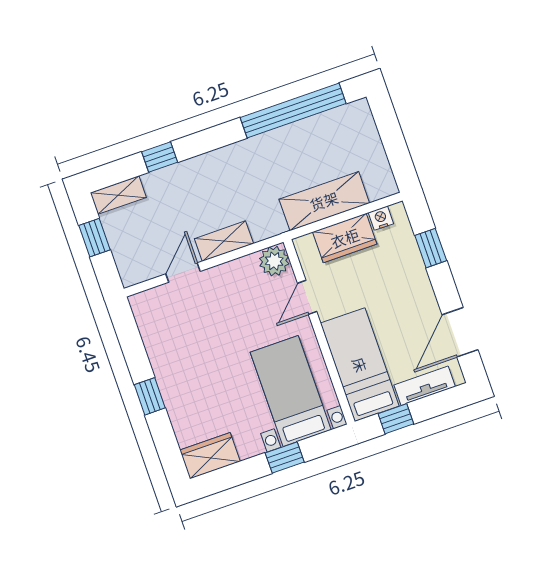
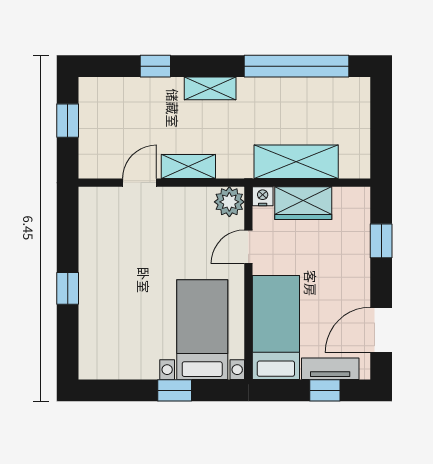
shelving: (118, 195) -> (210, 88), moved
nightstand: (381, 218) -> (263, 196), moved
window: (396, 419) -> (325, 390), moved
wardrobe: (210, 456) -> (105, 364), removed

